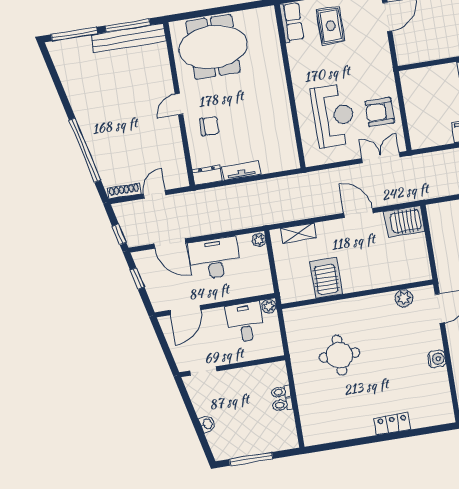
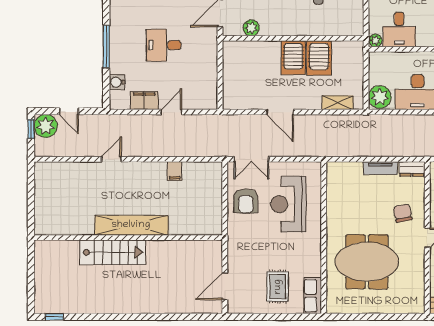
meeting table: (213, 47) -> (367, 262), moved
armchair: (380, 112) -> (246, 201), turned 90
chair: (209, 126) -> (403, 213), turned 79
server rack: (404, 221) -> (293, 58), moved, turned 90
plant: (259, 240) -> (380, 97), width x1.88, depth x1.88

